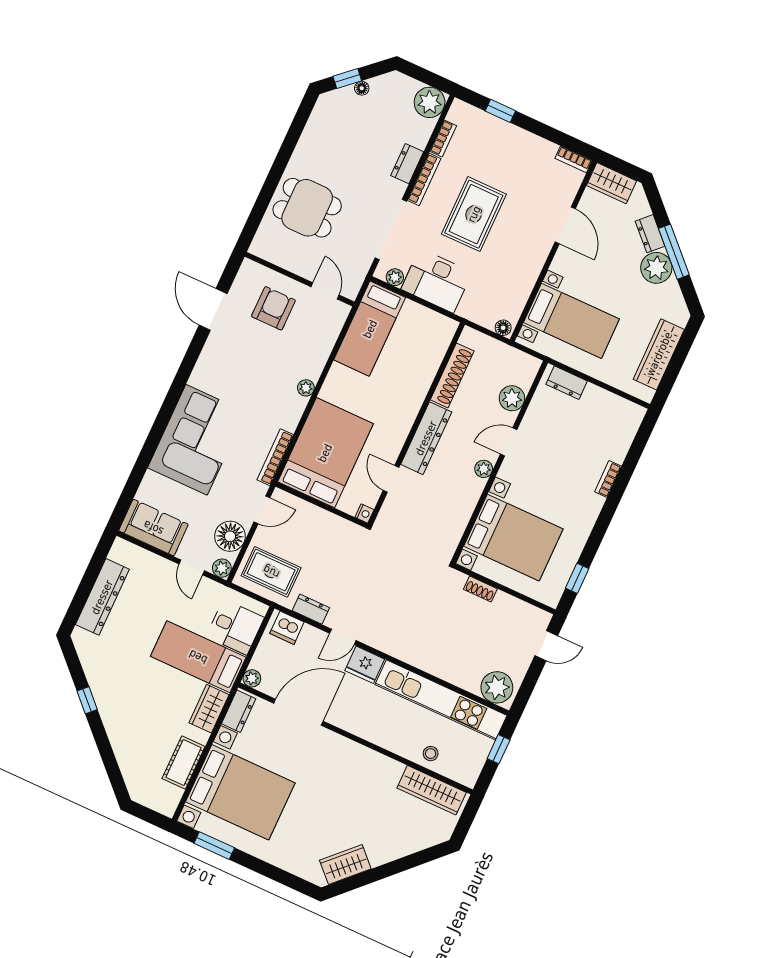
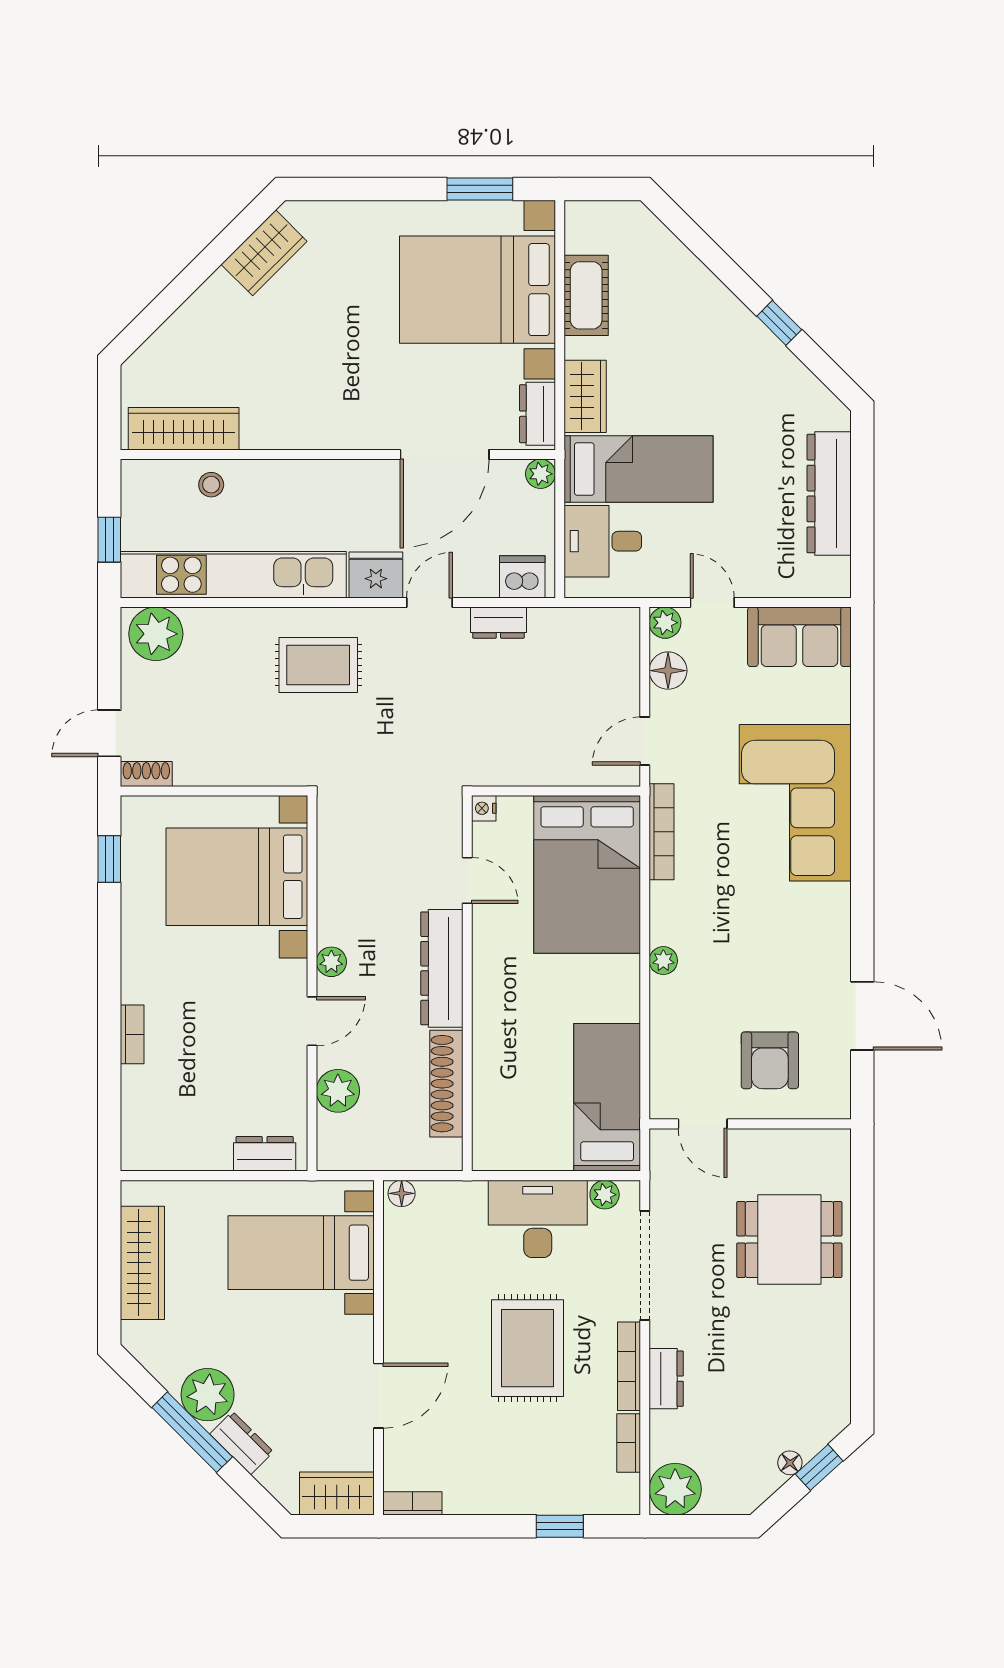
door: (565, 225) -> (379, 1396), swing flipped
floor lamp: (230, 536) -> (668, 671), width x0.73, depth x0.73
rug: (271, 572) -> (318, 665), moved
shoe rack: (480, 589) -> (146, 774), moved

